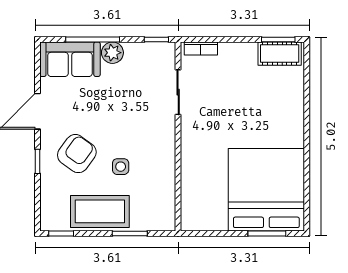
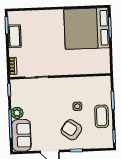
cot: (280, 54) -> (15, 36), moved
coffee table: (100, 211) -> (102, 116), width x0.73, depth x0.76

